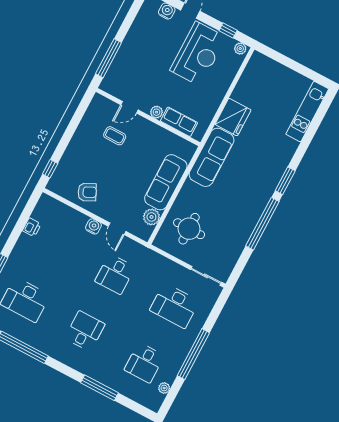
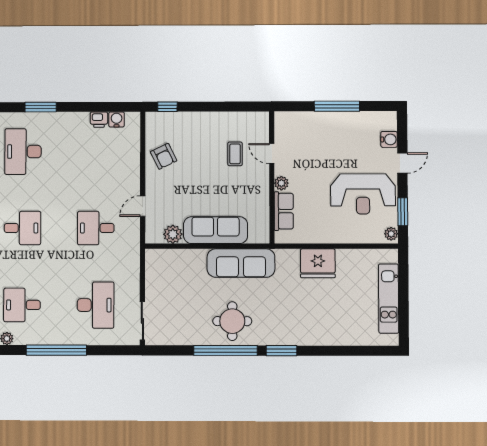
window: (228, 31) -> (403, 212), width x1.50
window: (109, 58) -> (337, 106), moved
kitchen unit: (307, 112) -> (389, 299), moved, turned -90
sofa: (212, 157) -> (241, 263), moved
water cooler: (93, 226) -> (117, 119), moved, turned -90
round table: (189, 229) -> (232, 321), moved
desk: (175, 306) -> (96, 305), turned 180

